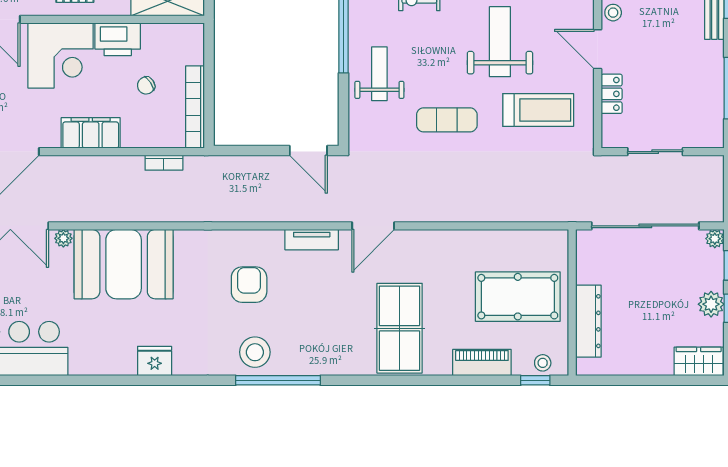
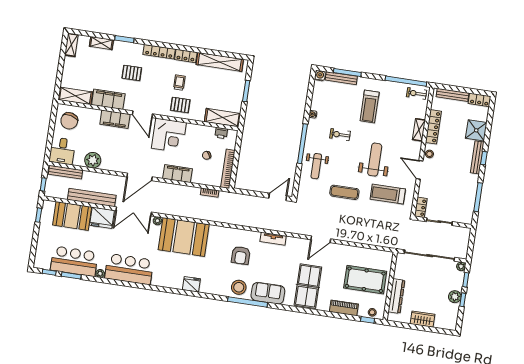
printer: (118, 39) -> (221, 133), moved, width x0.53, depth x0.68
weight bench: (379, 74) -> (316, 166), turned 180
locker: (612, 94) -> (421, 207), moved
treadmill: (538, 110) -> (388, 194), turned 180
door: (308, 151) -> (278, 197), swing flipped
door: (373, 226) -> (321, 239), moved
armchair: (249, 285) -> (241, 255), turned 180
sofa: (318, 356) -> (268, 293), added
wardrobe: (699, 361) -> (423, 319), moved

